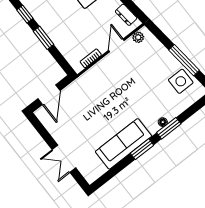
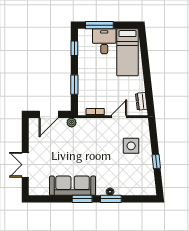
plant: (138, 37) -> (72, 123), moved
window: (43, 38) -> (74, 85), moved
window: (184, 60) -> (156, 161), width x0.46
side table: (181, 81) -> (131, 146), moved

